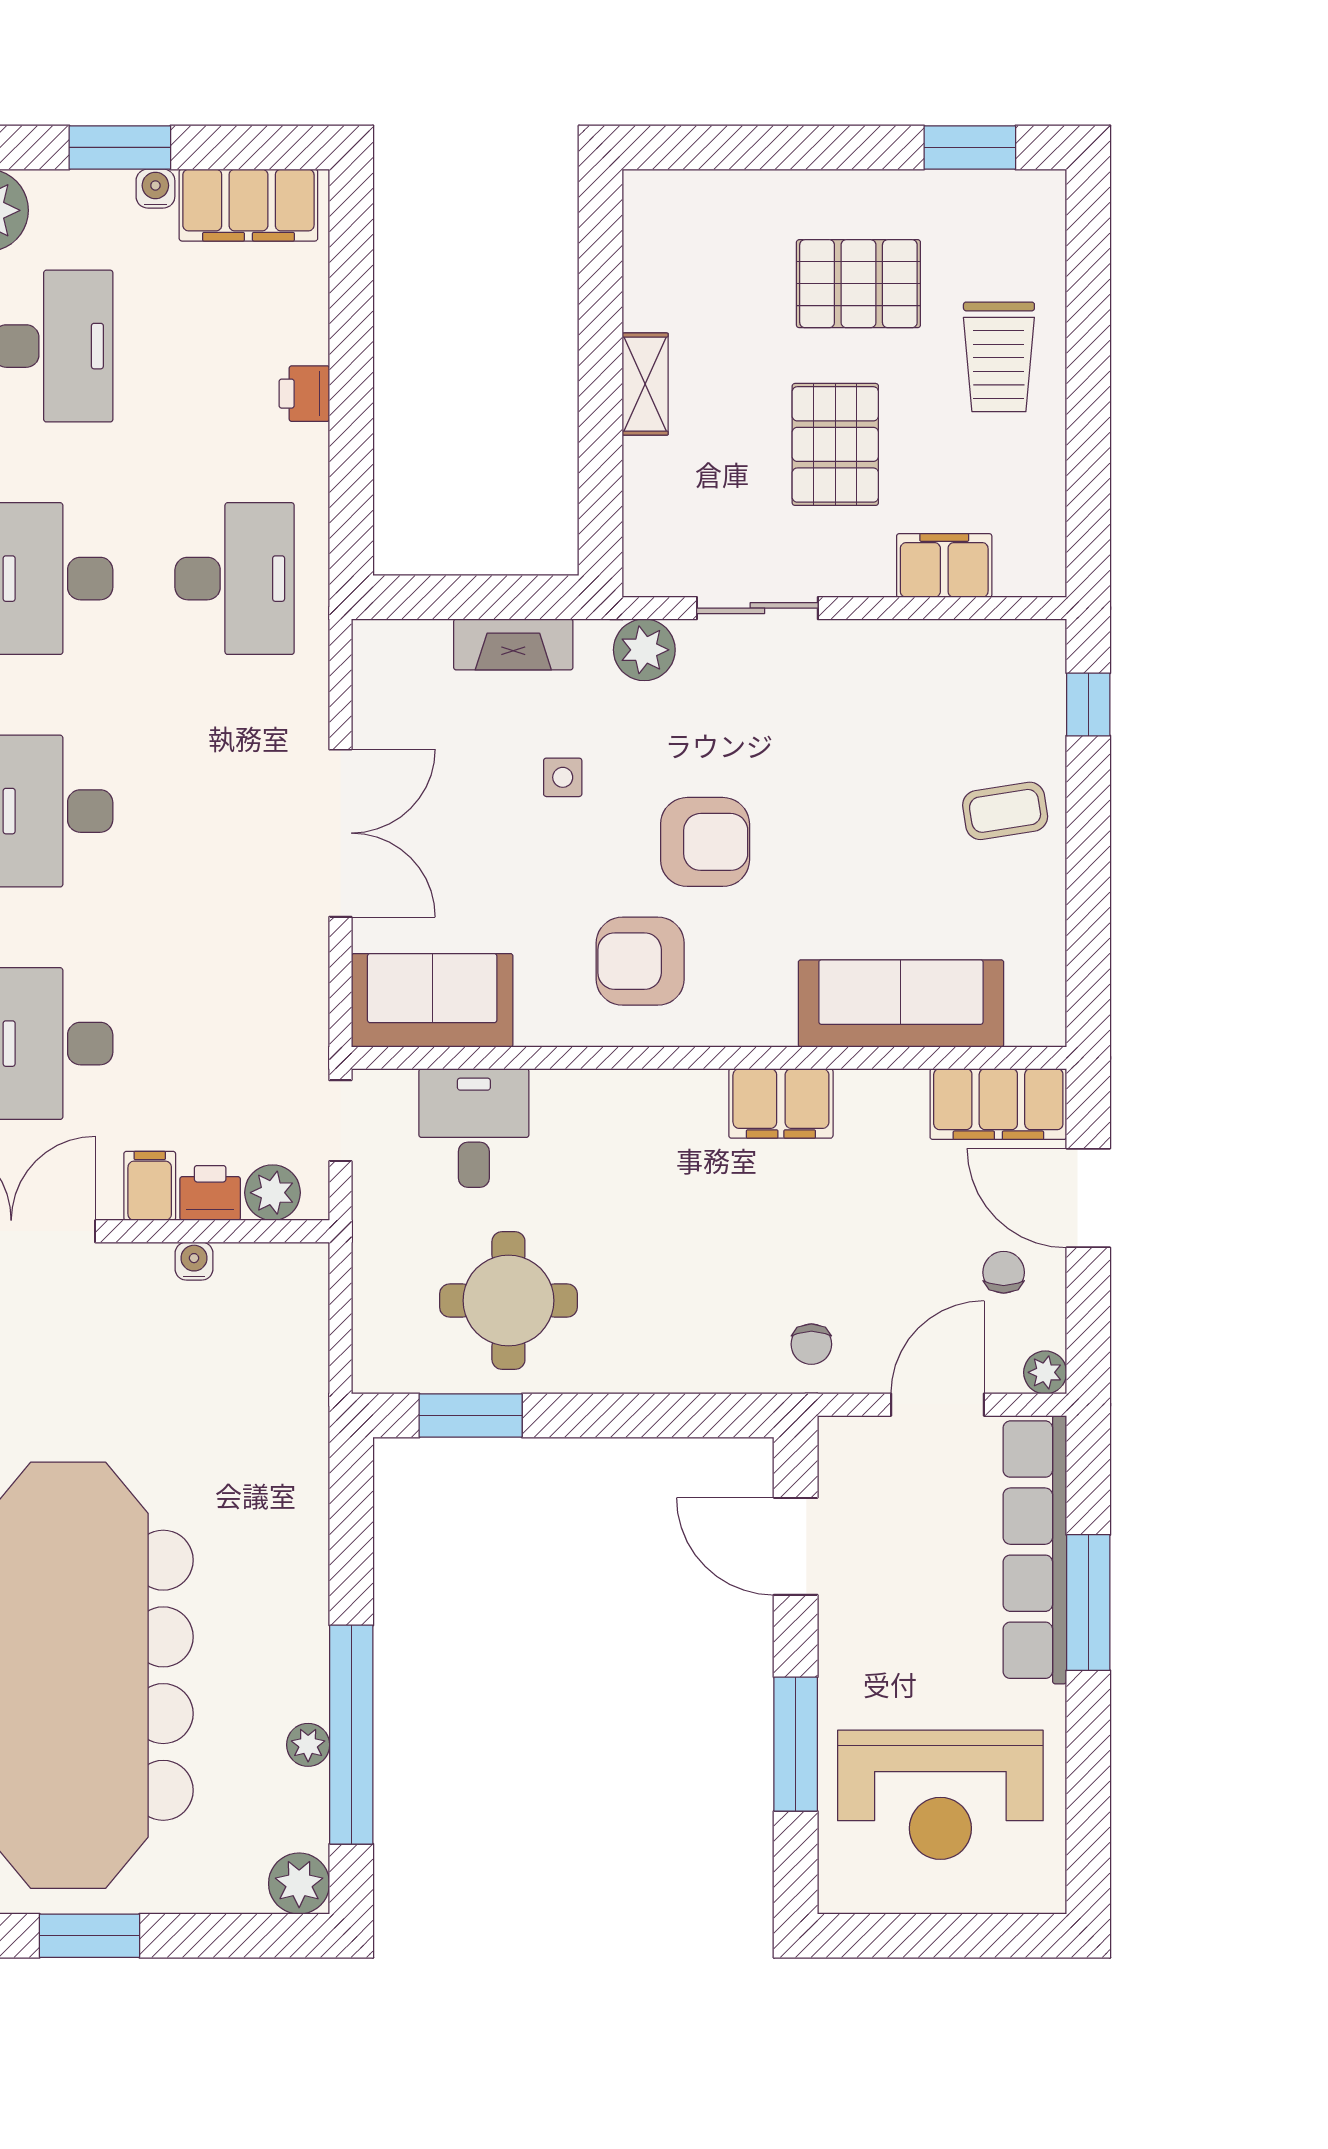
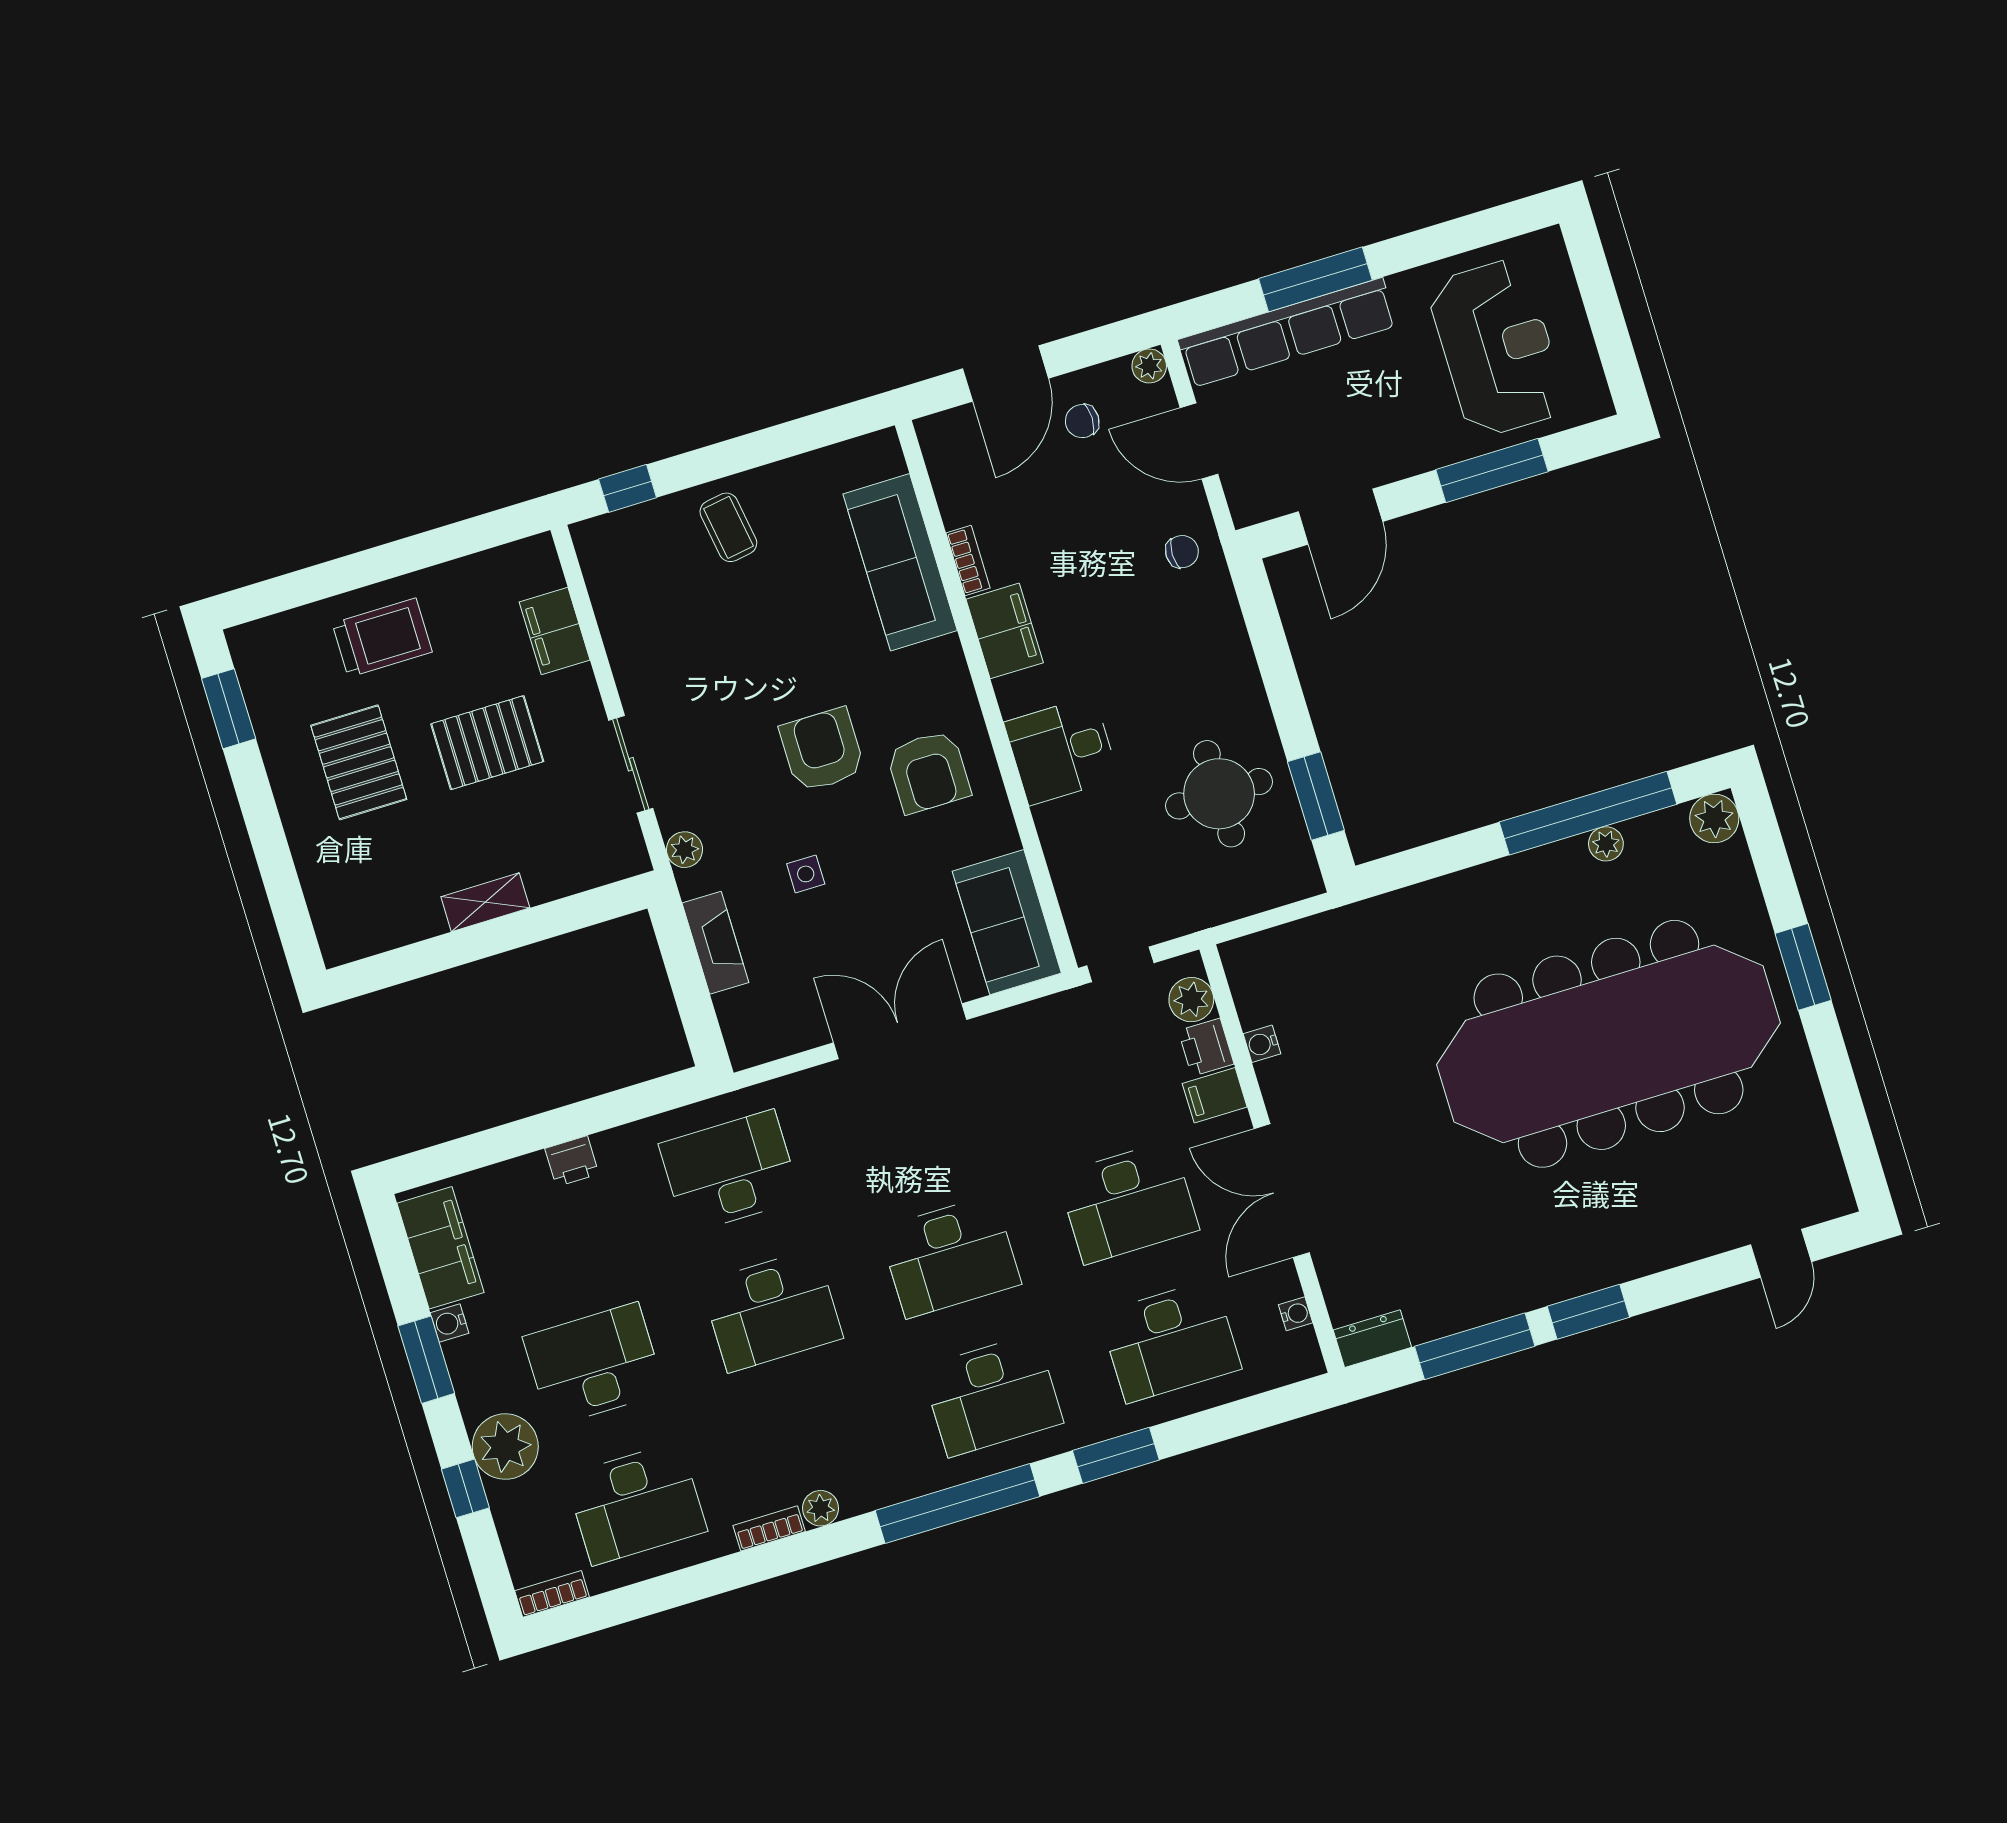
plant: (644, 650) -> (685, 850), width x0.73, depth x0.73
bookcase: (879, 1085) -> (968, 560), added
filing cabinet: (998, 1104) -> (955, 464), removed
desk: (474, 1128) -> (1062, 750), moved

